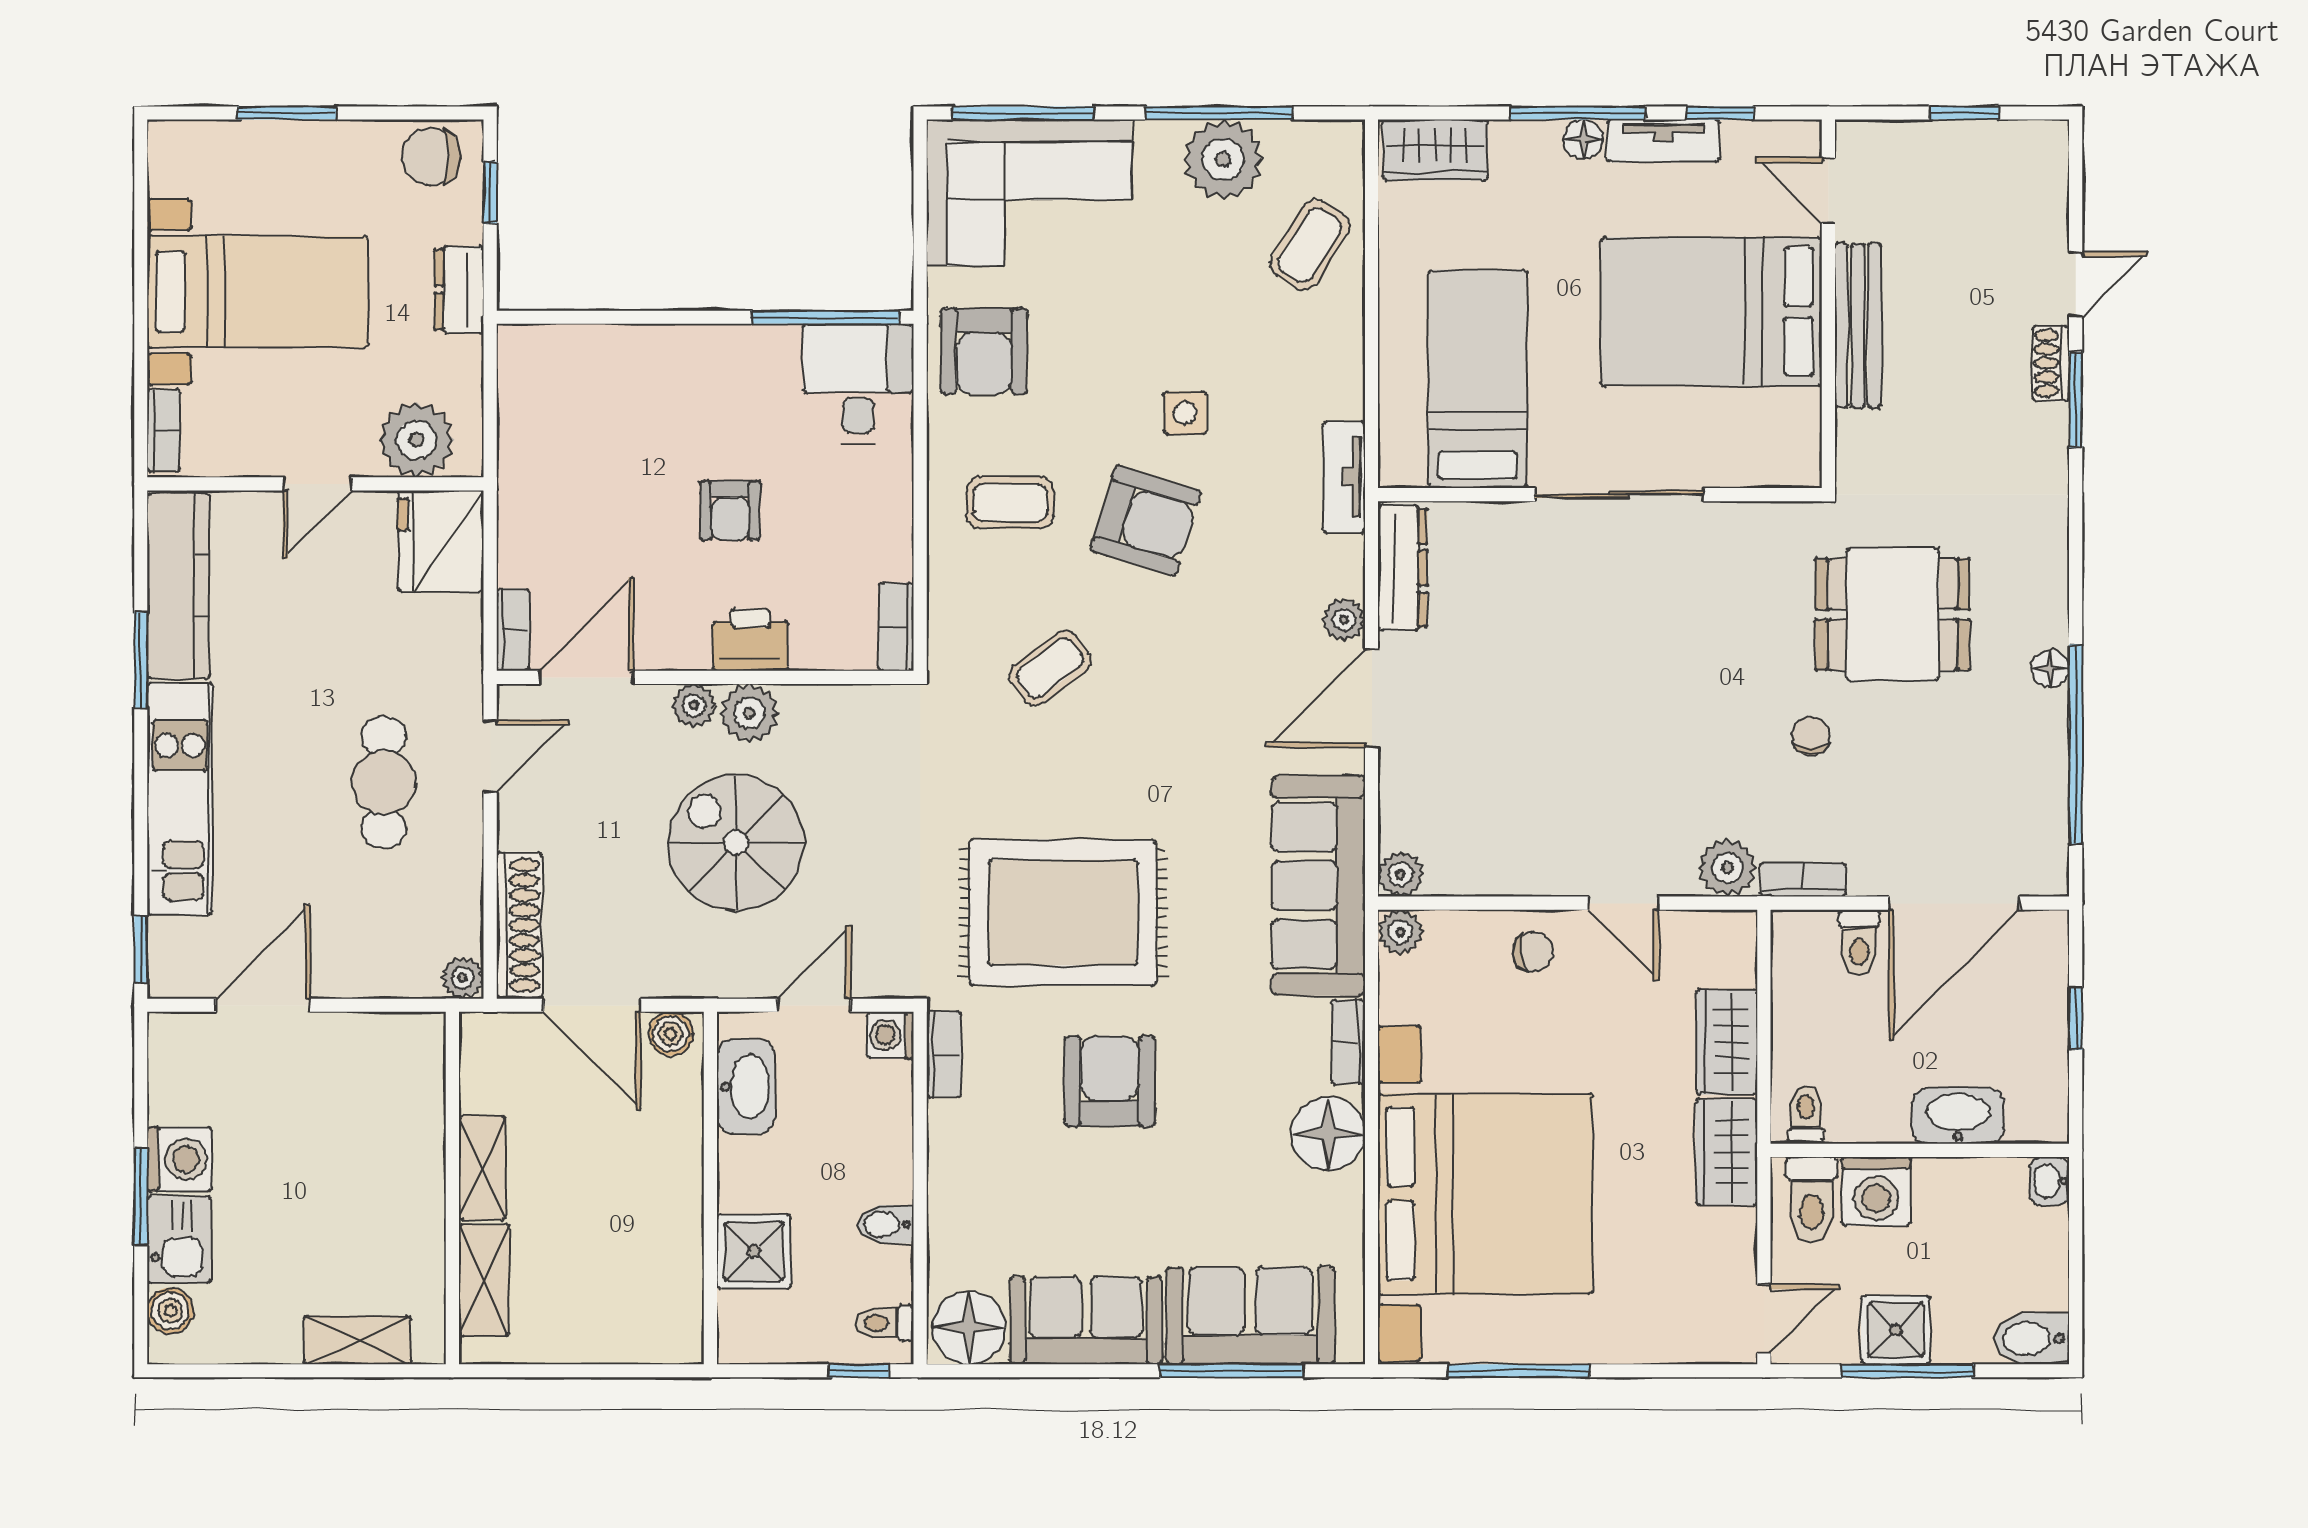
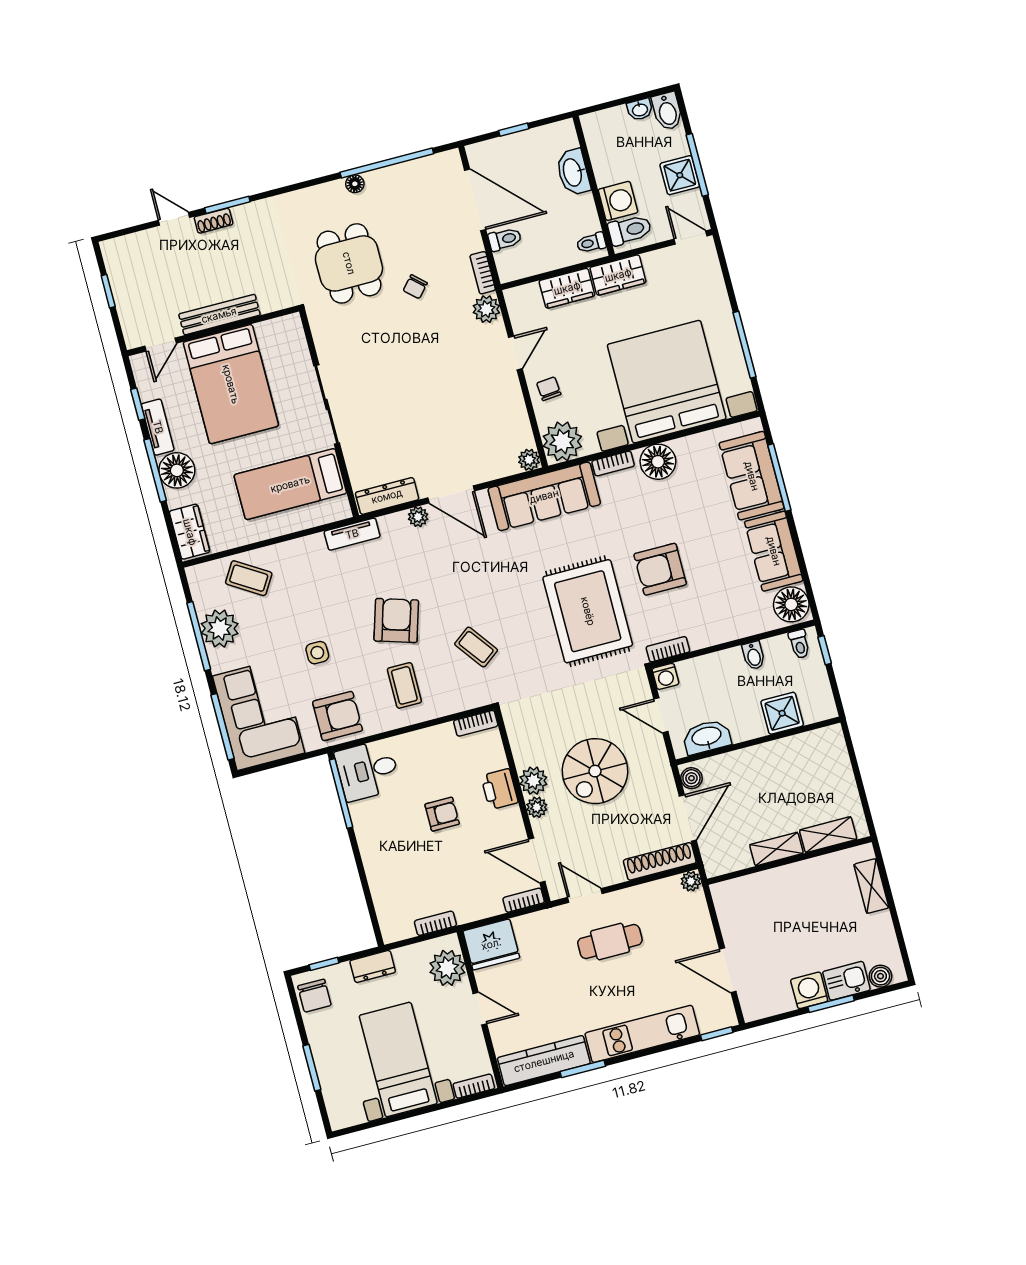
floor lamp: (1583, 139) -> (177, 470), width x1.89, depth x1.89
side table: (1185, 413) -> (317, 653), moved
bookcase: (513, 439) -> (435, 923), added
chair: (1811, 736) -> (415, 287), turned -48
plant: (1400, 932) -> (562, 441), width x1.88, depth x1.88
washbasin: (2050, 1181) -> (640, 109), moved

